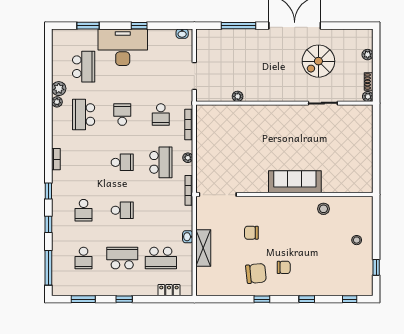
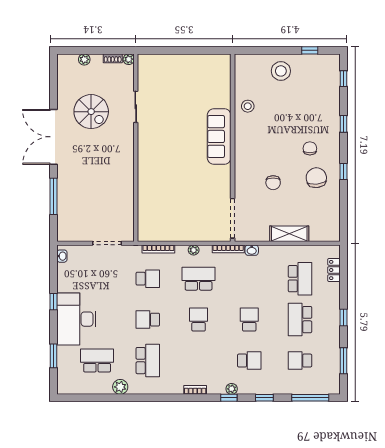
plant: (238, 96) -> (129, 197), removed
plant: (57, 102) -> (232, 389), moved
school desk: (84, 115) -> (148, 361), turned -90
washbasin: (188, 237) -> (252, 250), moved
stool: (357, 240) -> (281, 71), width x1.89, depth x1.89
school desk: (84, 258) -> (300, 361), turned 180

